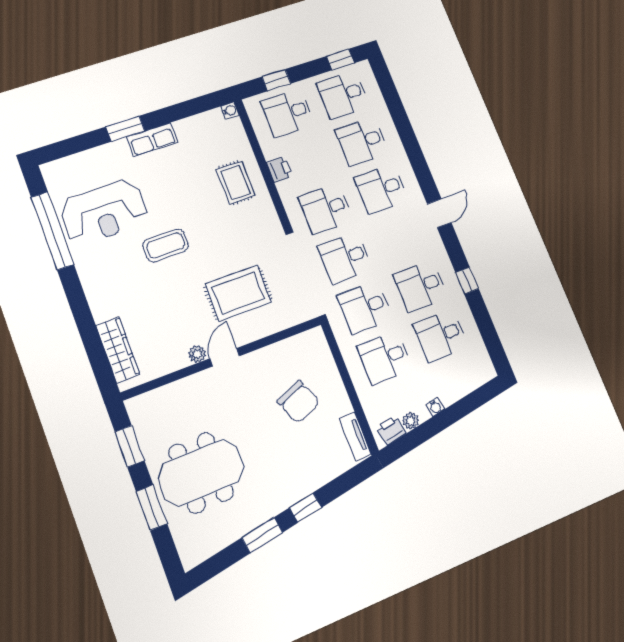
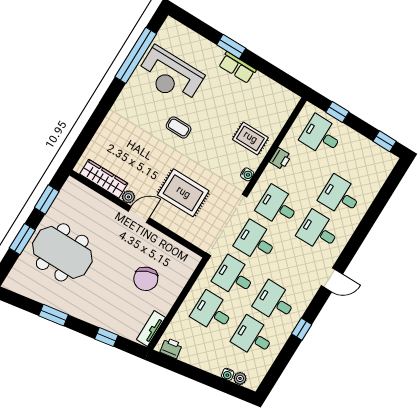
desk: (343, 95) -> (362, 161), removed
water cooler: (230, 111) -> (247, 174), moved
rug: (236, 183) -> (250, 138), turned 90
coffee table: (166, 245) -> (179, 127), width x0.73, depth x0.77
wardrobe: (118, 350) -> (104, 179), moved, turned -90
water cooler: (435, 407) -> (228, 374), moved
plant: (411, 421) -> (240, 378), moved
window: (305, 508) -> (106, 337), moved

